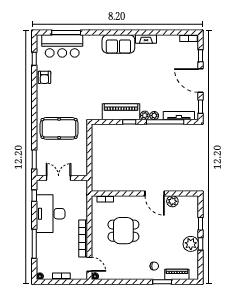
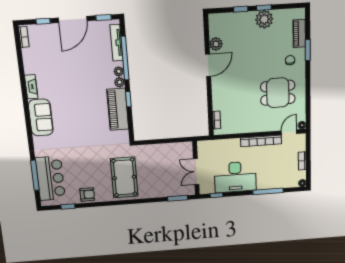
pool table: (59, 128) -> (124, 177), moved
dining table: (123, 231) -> (278, 93), moved, turned 90

